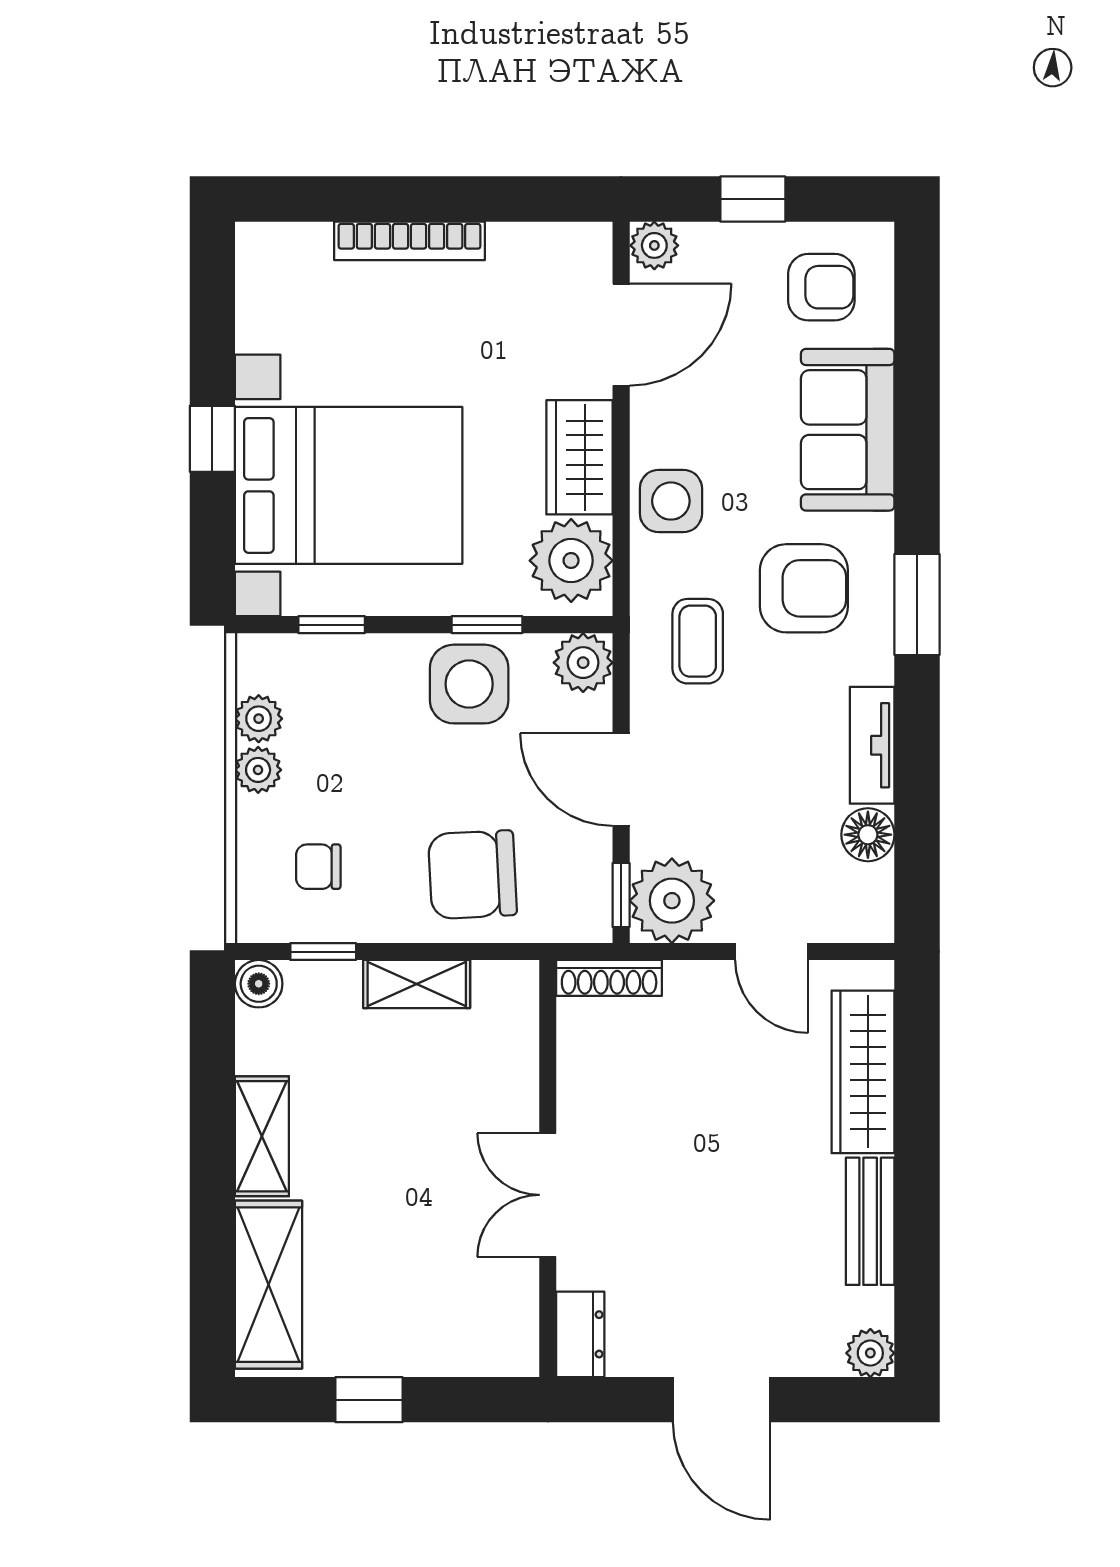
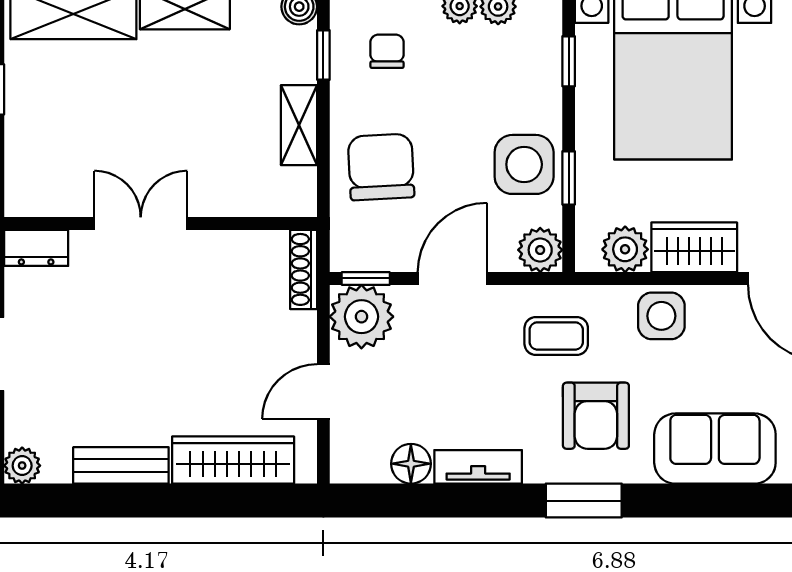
plant: (571, 561) -> (625, 249), width x0.73, depth x0.73

